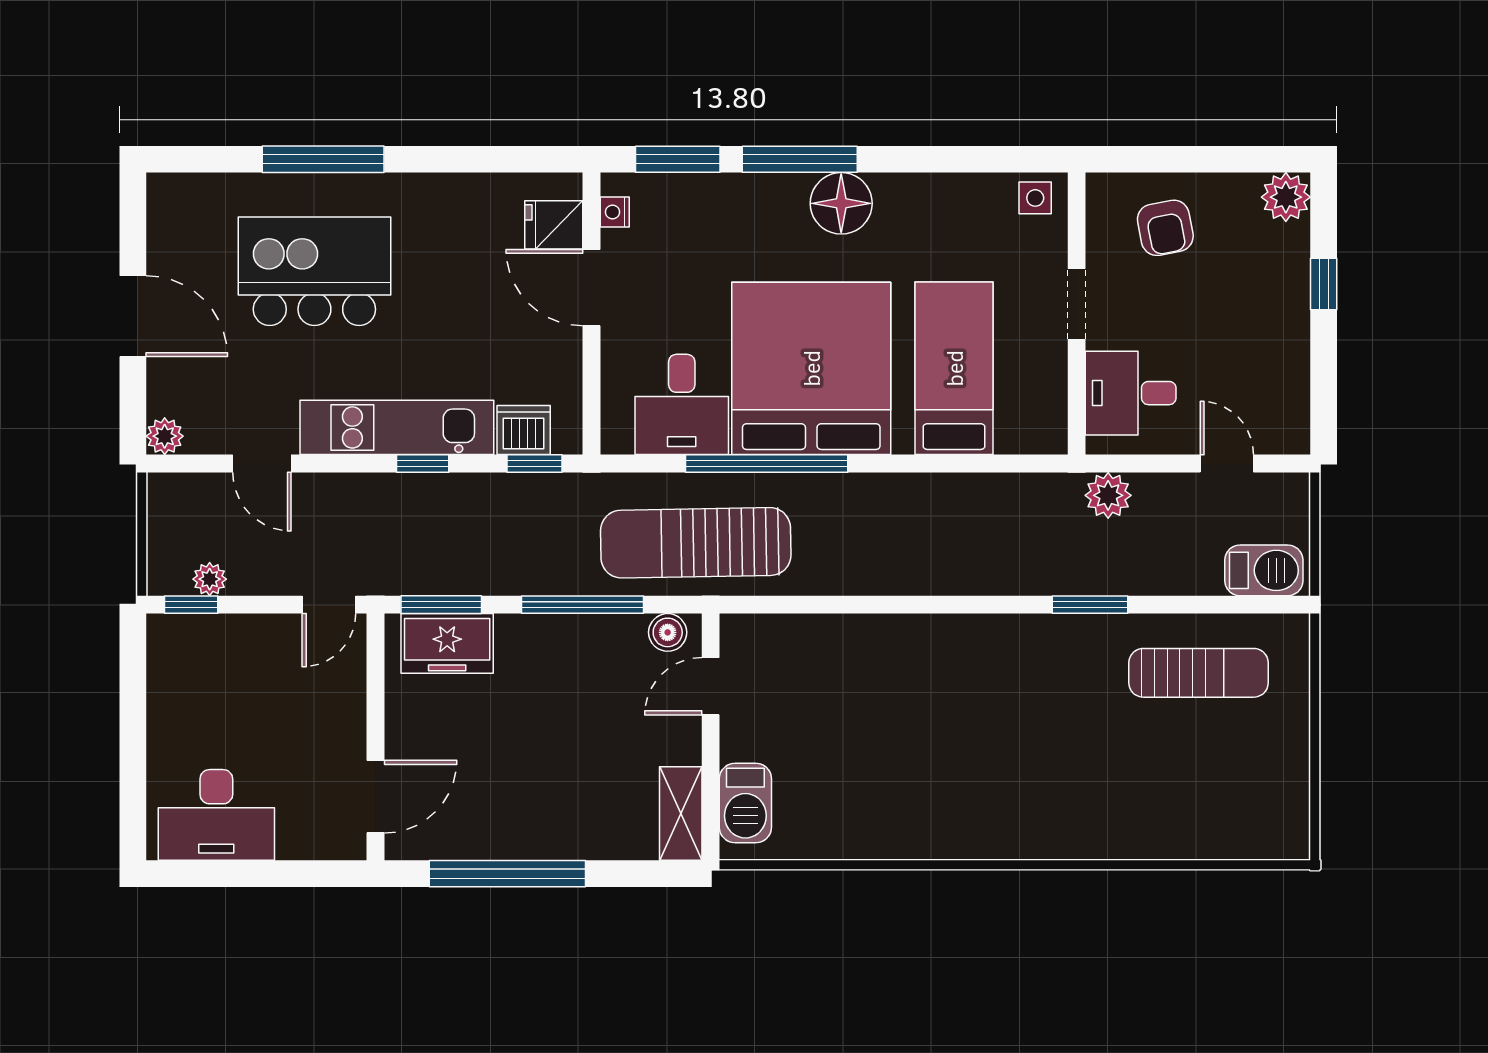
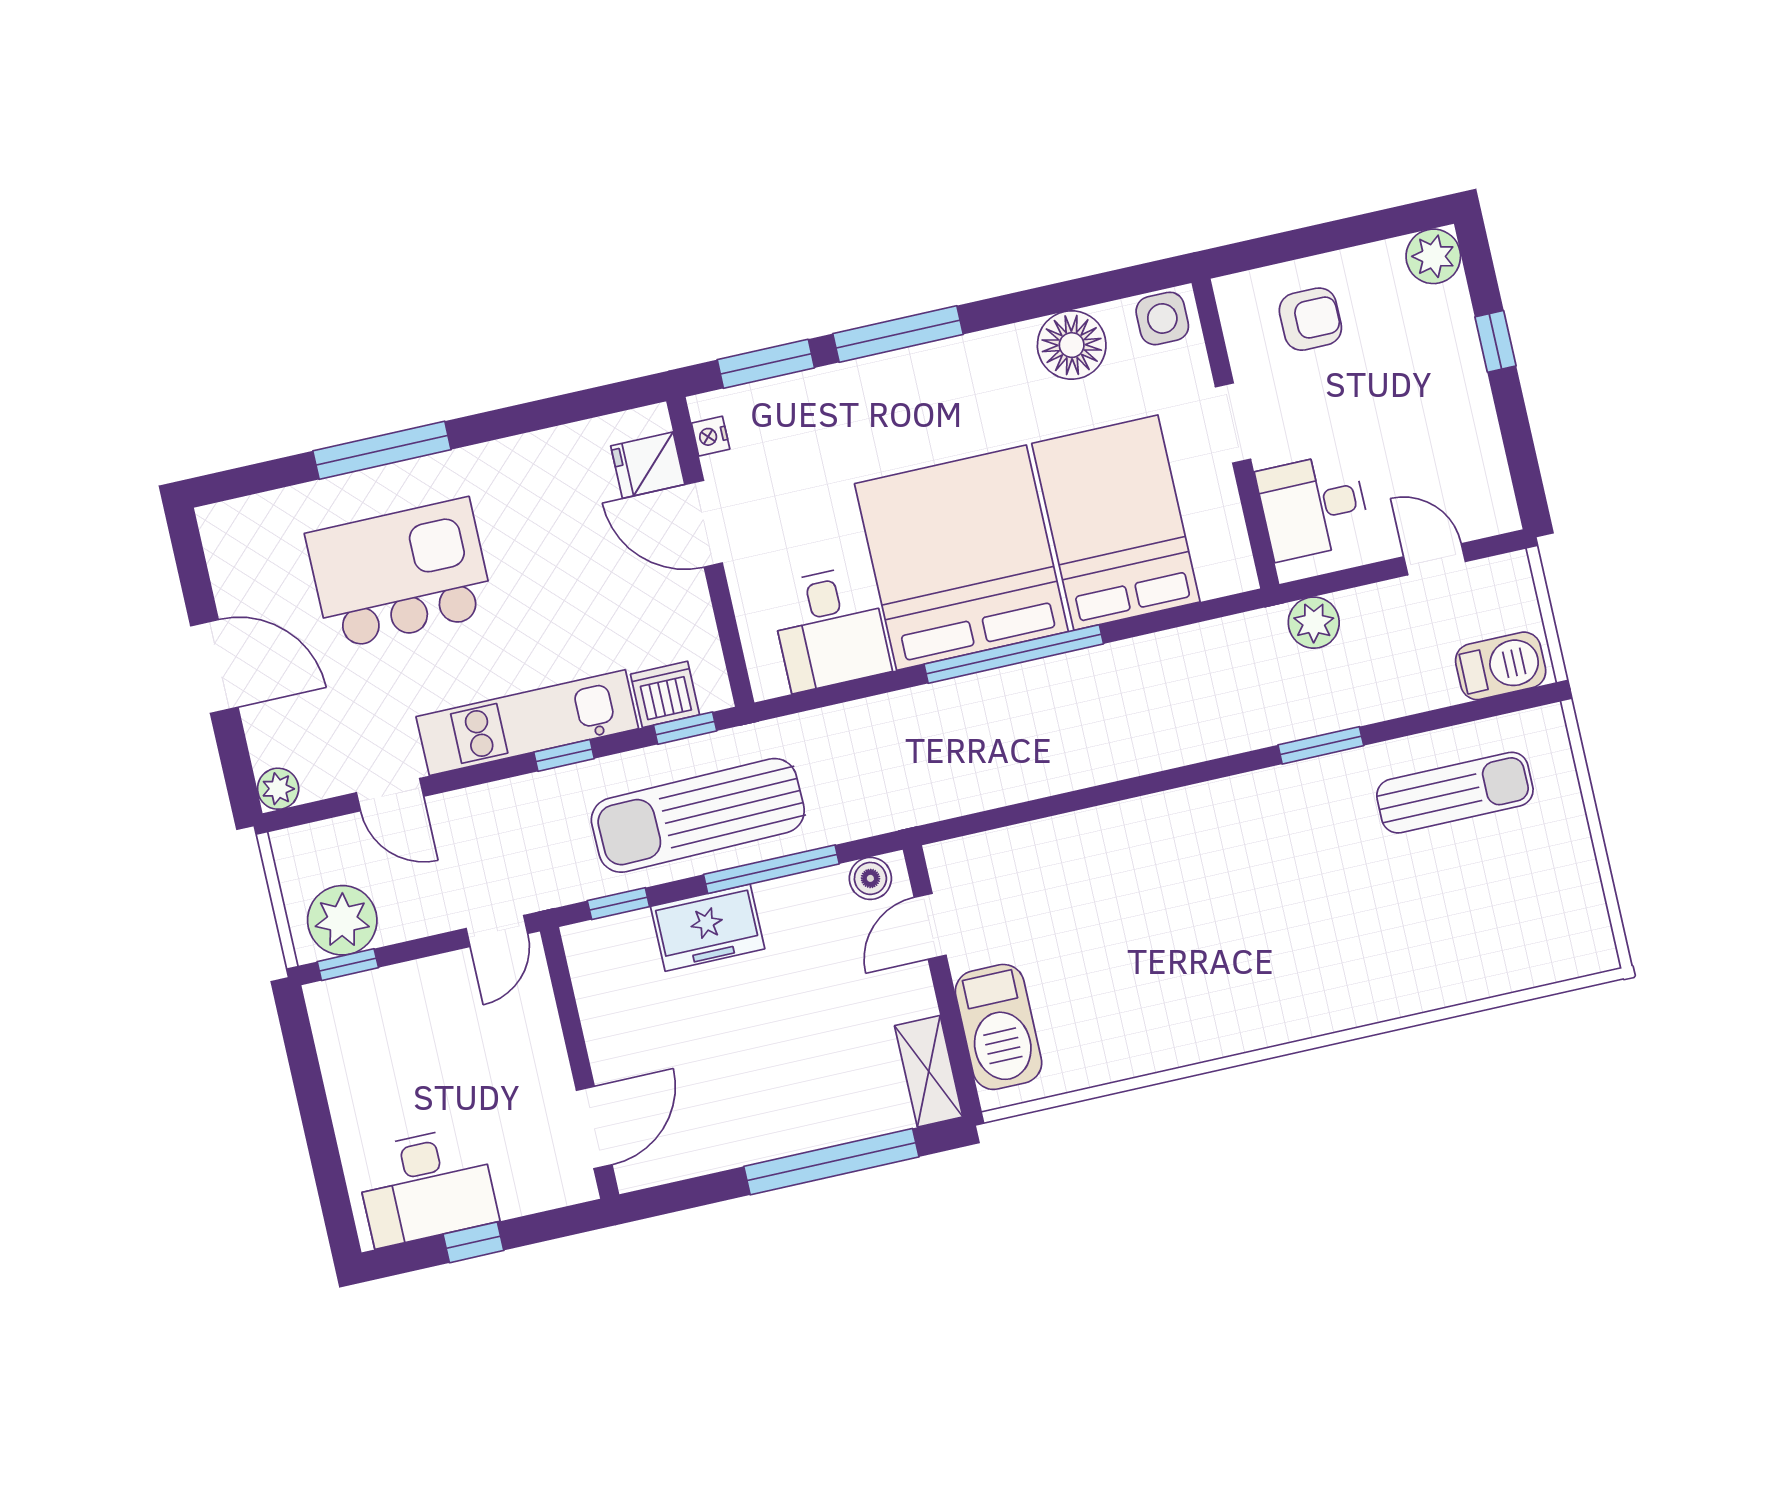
side table: (1035, 198) -> (1162, 318), width x1.37, depth x1.37
floor lamp: (841, 203) -> (1072, 345), moved
armchair: (1165, 228) -> (1310, 319), turned -79
bed: (954, 368) -> (1116, 523), width x1.50
window: (767, 464) -> (1014, 654), moved
sun lounger: (696, 543) -> (698, 815), moved
plant: (210, 579) -> (342, 920), width x1.88, depth x1.88
window: (441, 605) -> (618, 904), width x0.67
freezer: (447, 643) -> (708, 928), moved
barbecue: (745, 803) -> (999, 1027), width x1.37, depth x1.21
window: (247, 874) -> (473, 1242), added
window: (507, 874) -> (831, 1162), moved

